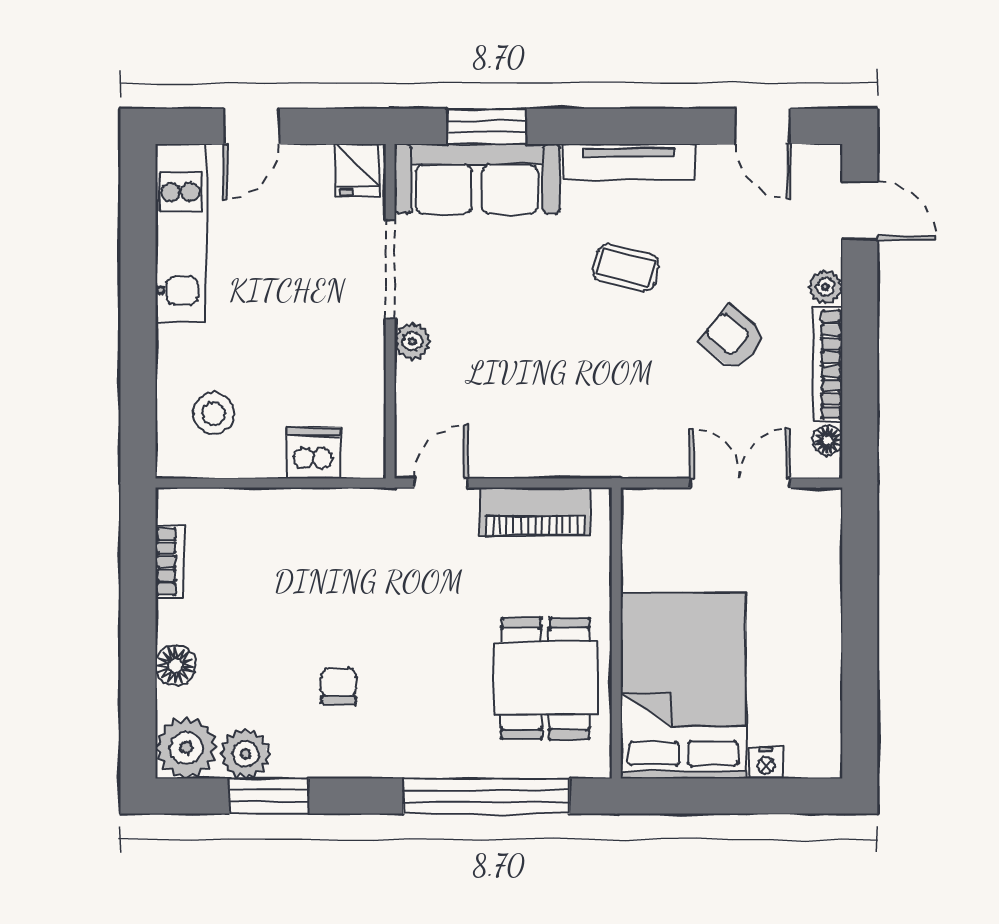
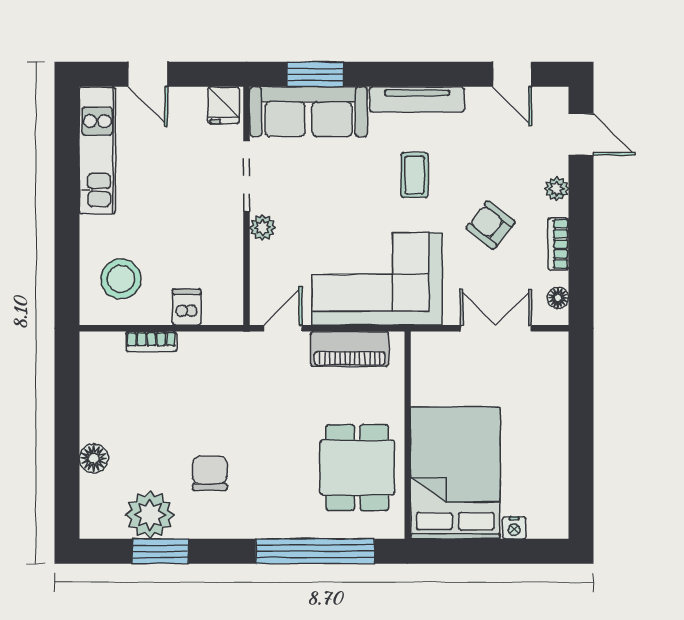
door: (251, 126) -> (148, 74), hinge flipped
coffee table: (626, 268) -> (414, 175), turned 76
bookcase: (828, 364) -> (558, 244), width x0.64
stool: (214, 414) -> (121, 279), width x1.38, depth x1.38
corner sofa: (573, 414) -> (377, 279), added
dishwasher: (314, 453) -> (187, 307), width x0.73
bookcase: (170, 562) -> (151, 342), moved, turned 90
chair: (339, 686) -> (210, 473), width x1.37, depth x1.37
plant: (186, 748) -> (101, 517), removed
plant: (245, 754) -> (150, 515), width x1.36, depth x1.36

